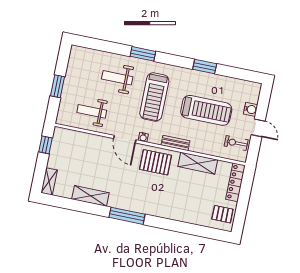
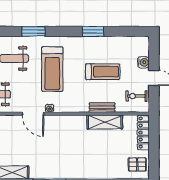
treadmill: (206, 110) -> (103, 72), width x0.73, depth x0.73
bench: (175, 143) -> (102, 108), moved
pallet: (156, 162) -> (66, 129), removed

